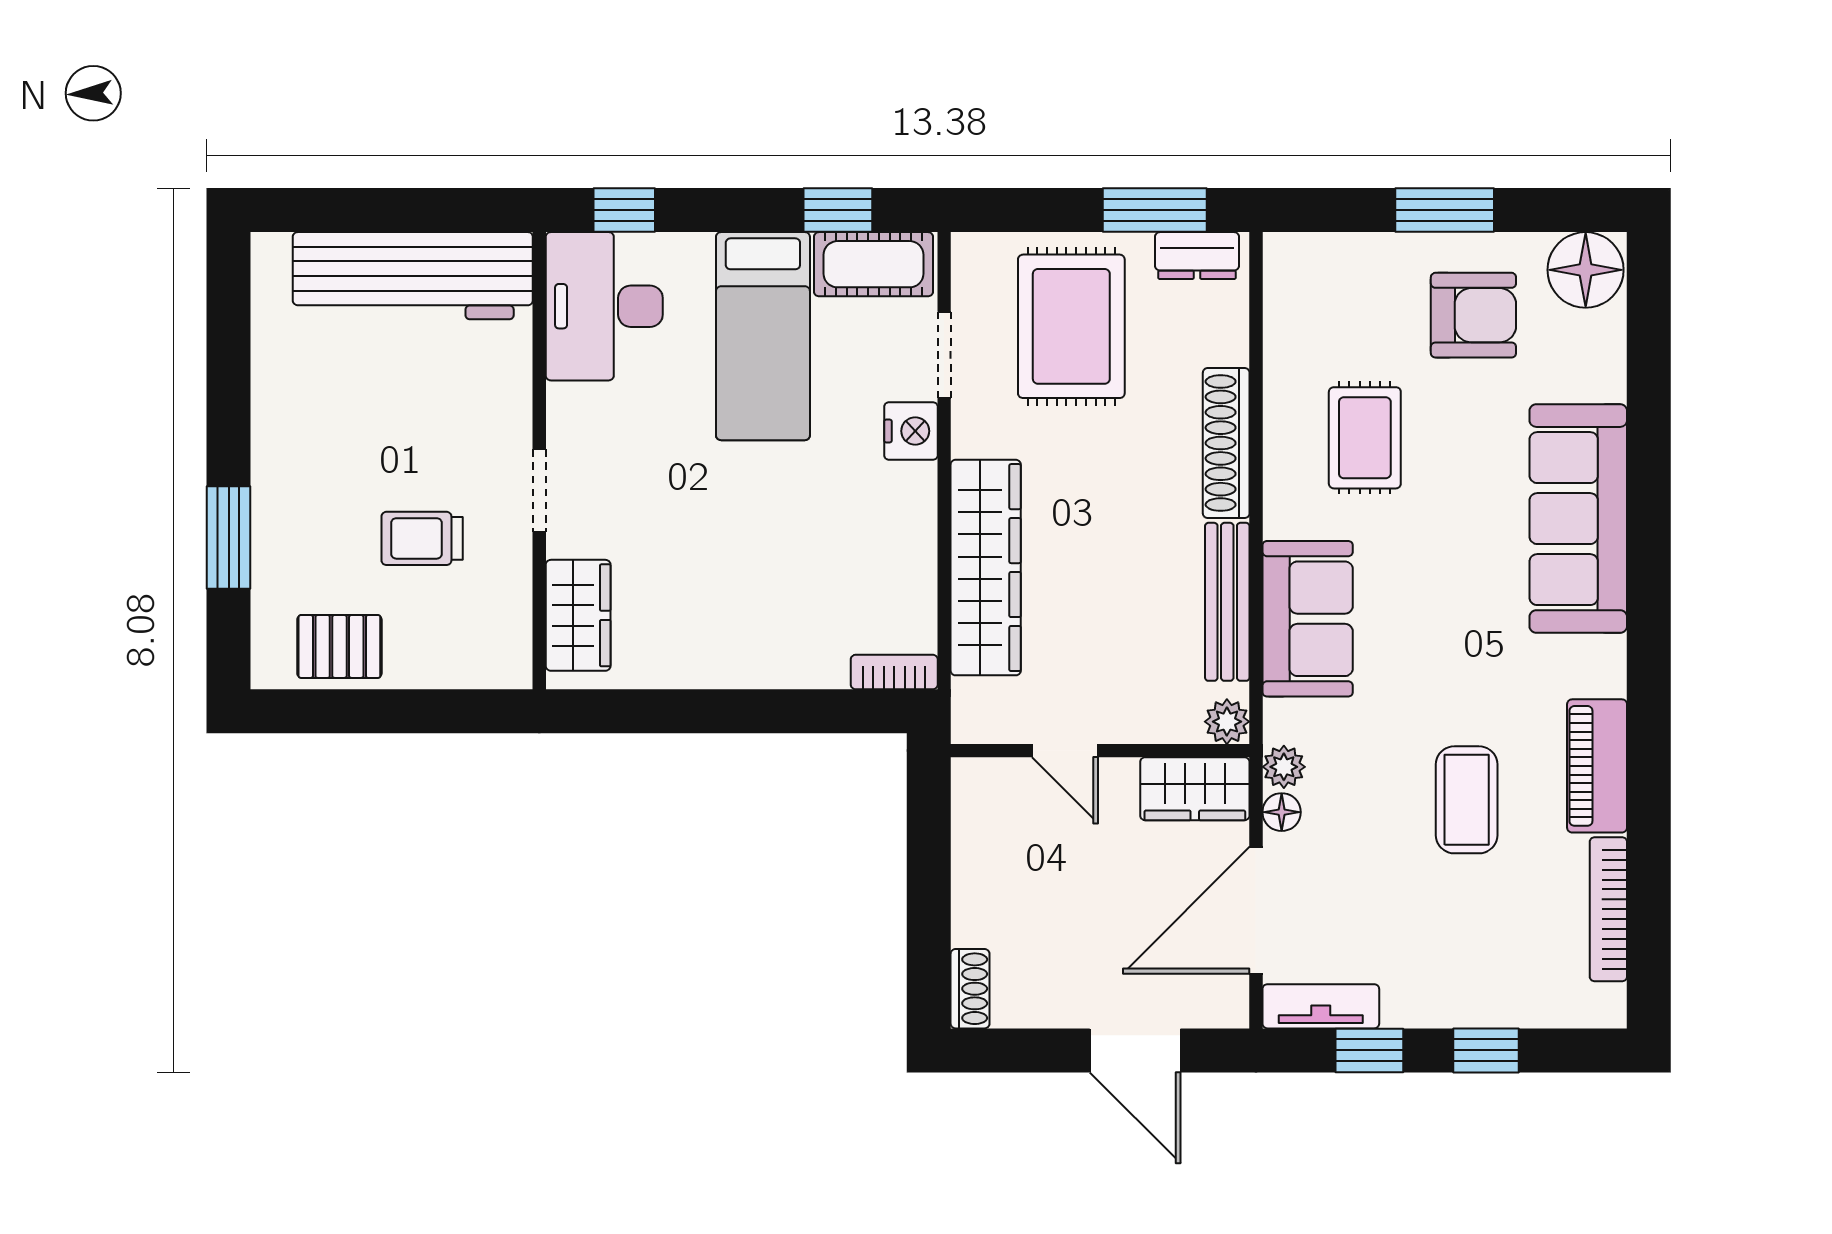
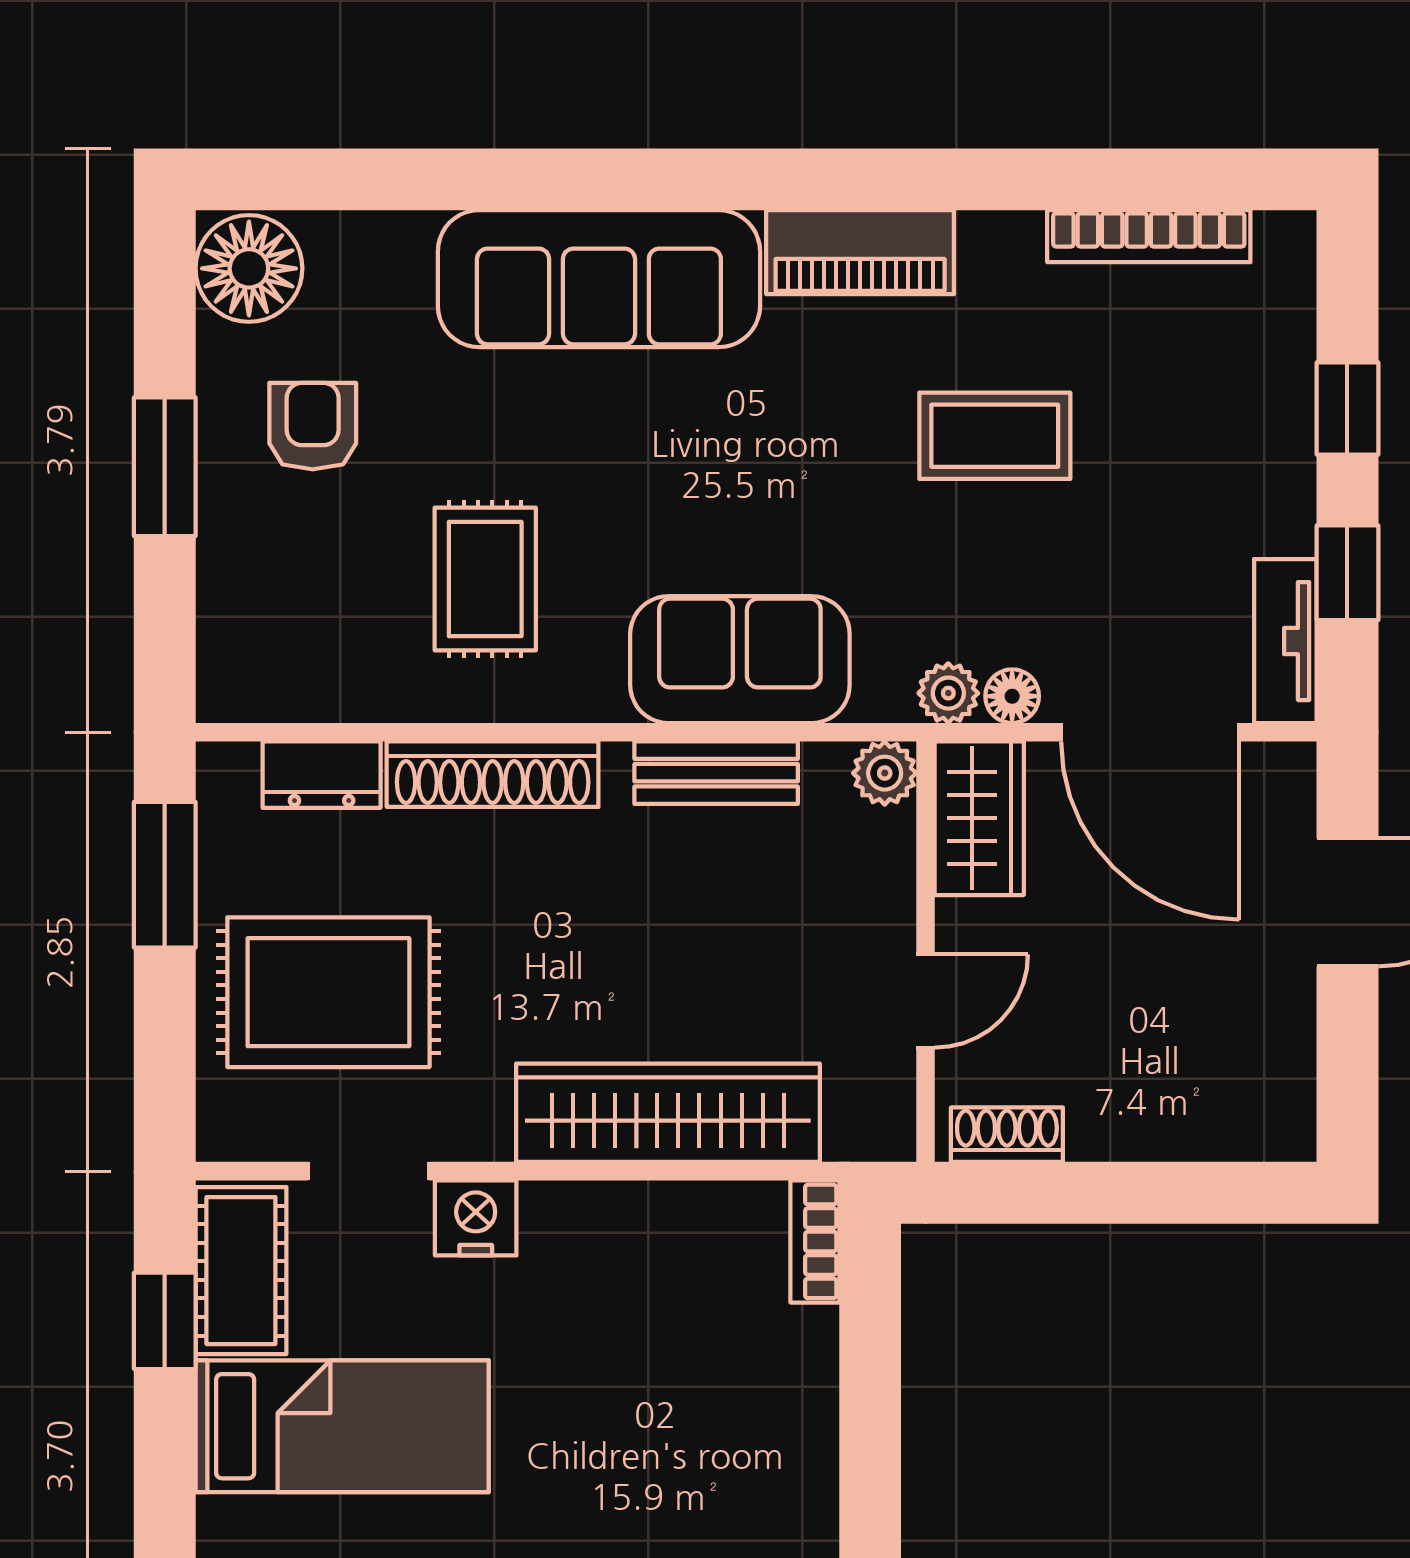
dresser: (1197, 256) -> (322, 775), moved, turned 90
armchair: (1473, 315) -> (313, 426), width x0.72, depth x0.72
rug: (1365, 438) -> (485, 579), turned 90
bench: (1227, 602) -> (716, 773), width x0.73
piano: (1597, 766) -> (860, 252), moved
shoe rack: (970, 989) -> (1007, 1135), moved

